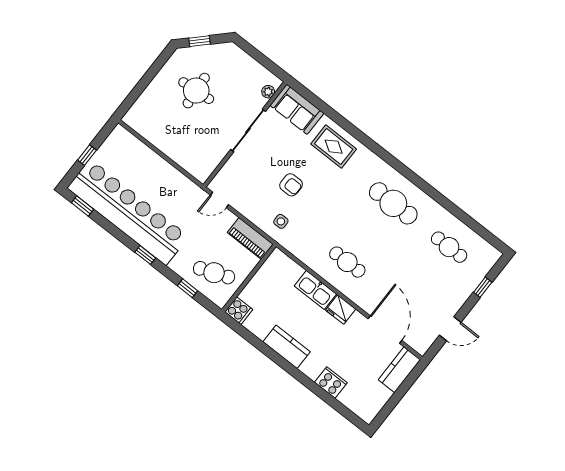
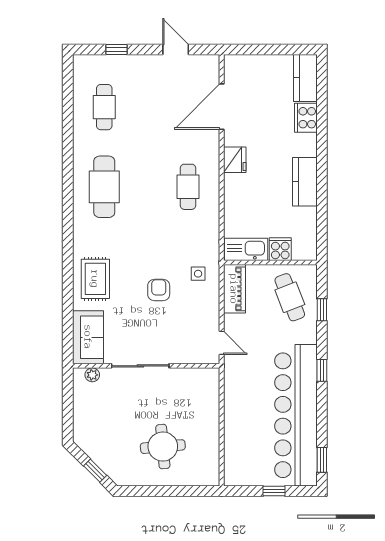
round table: (196, 91) -> (163, 447), moved
kitchen sink: (315, 290) -> (246, 249), moved, turned -90
cooker: (239, 311) -> (280, 249), moved
kitchen counter: (399, 370) -> (305, 78), moved, turned 90

